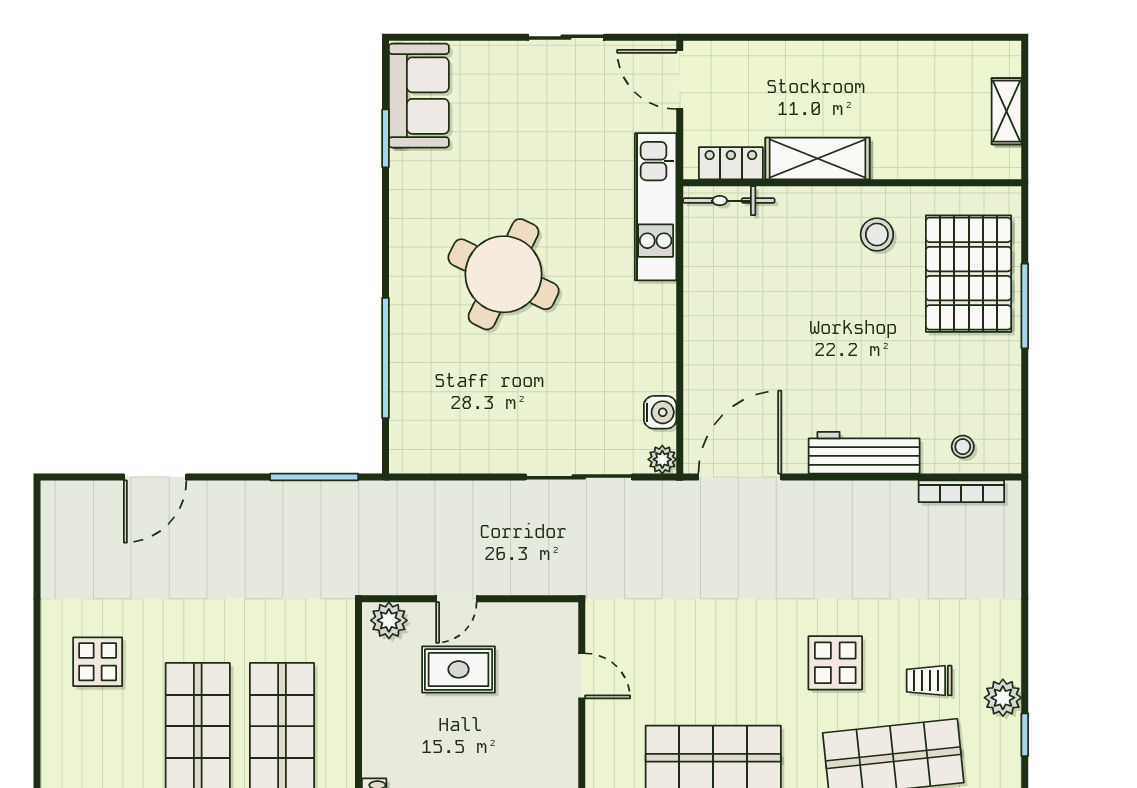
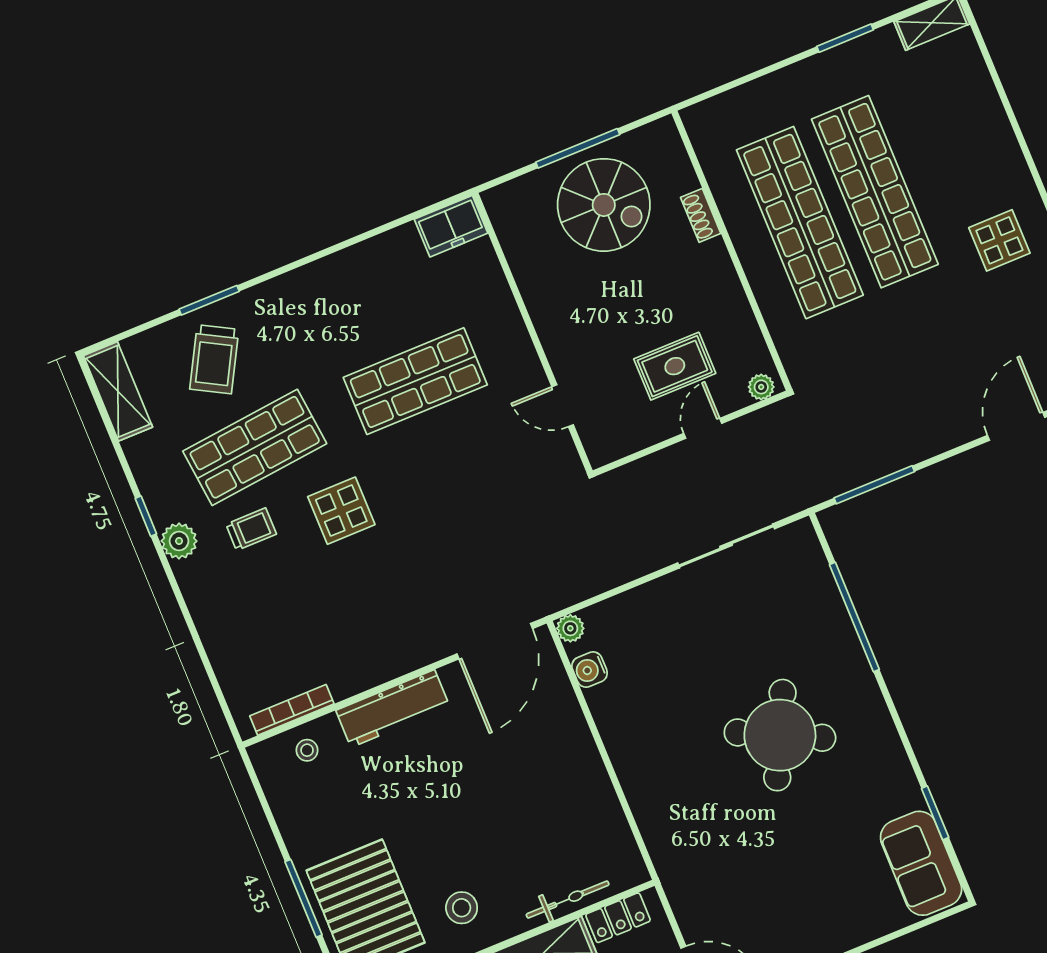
bicycle: (729, 201) -> (568, 900), moved
kitchen unit: (656, 207) -> (669, 851), removed
sliding door: (579, 477) -> (726, 546), moved
plant: (389, 620) -> (761, 387), width x0.73, depth x0.73

